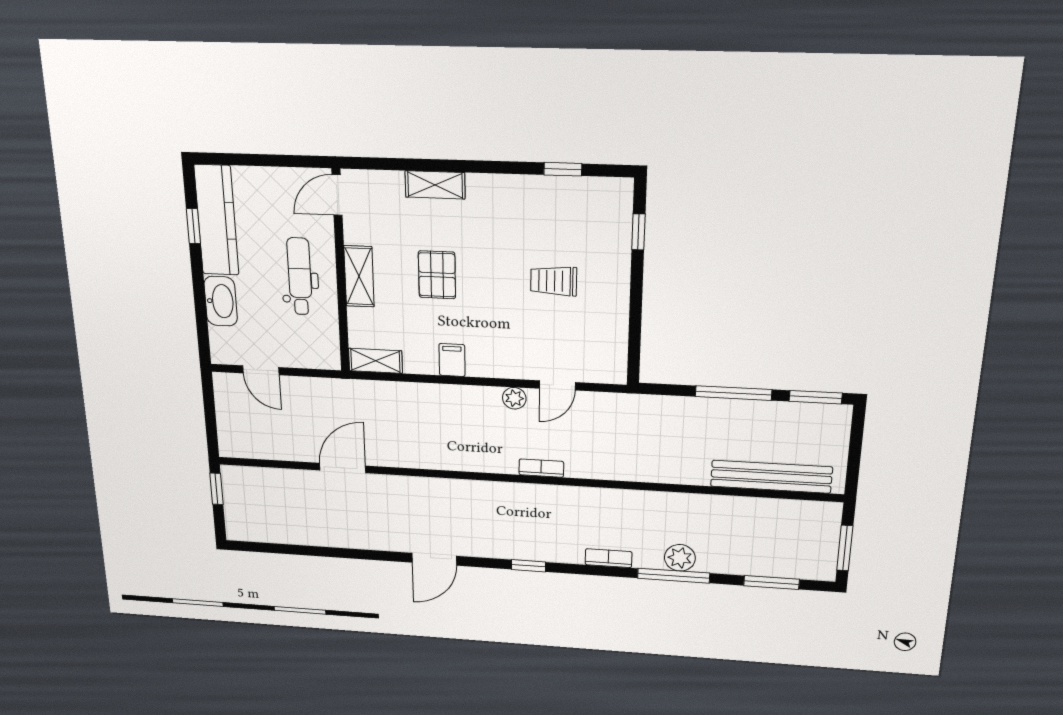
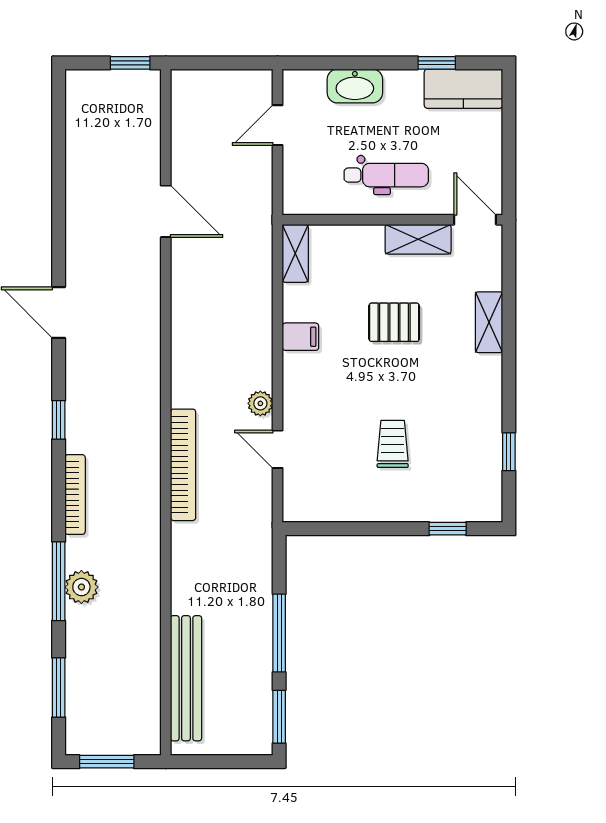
kitchen counter: (216, 220) -> (463, 89), width x0.67
shelving: (359, 276) -> (418, 239), moved
bookcase: (541, 468) -> (183, 465), width x2.31, depth x1.31
bookcase: (609, 558) -> (75, 495), width x1.56

